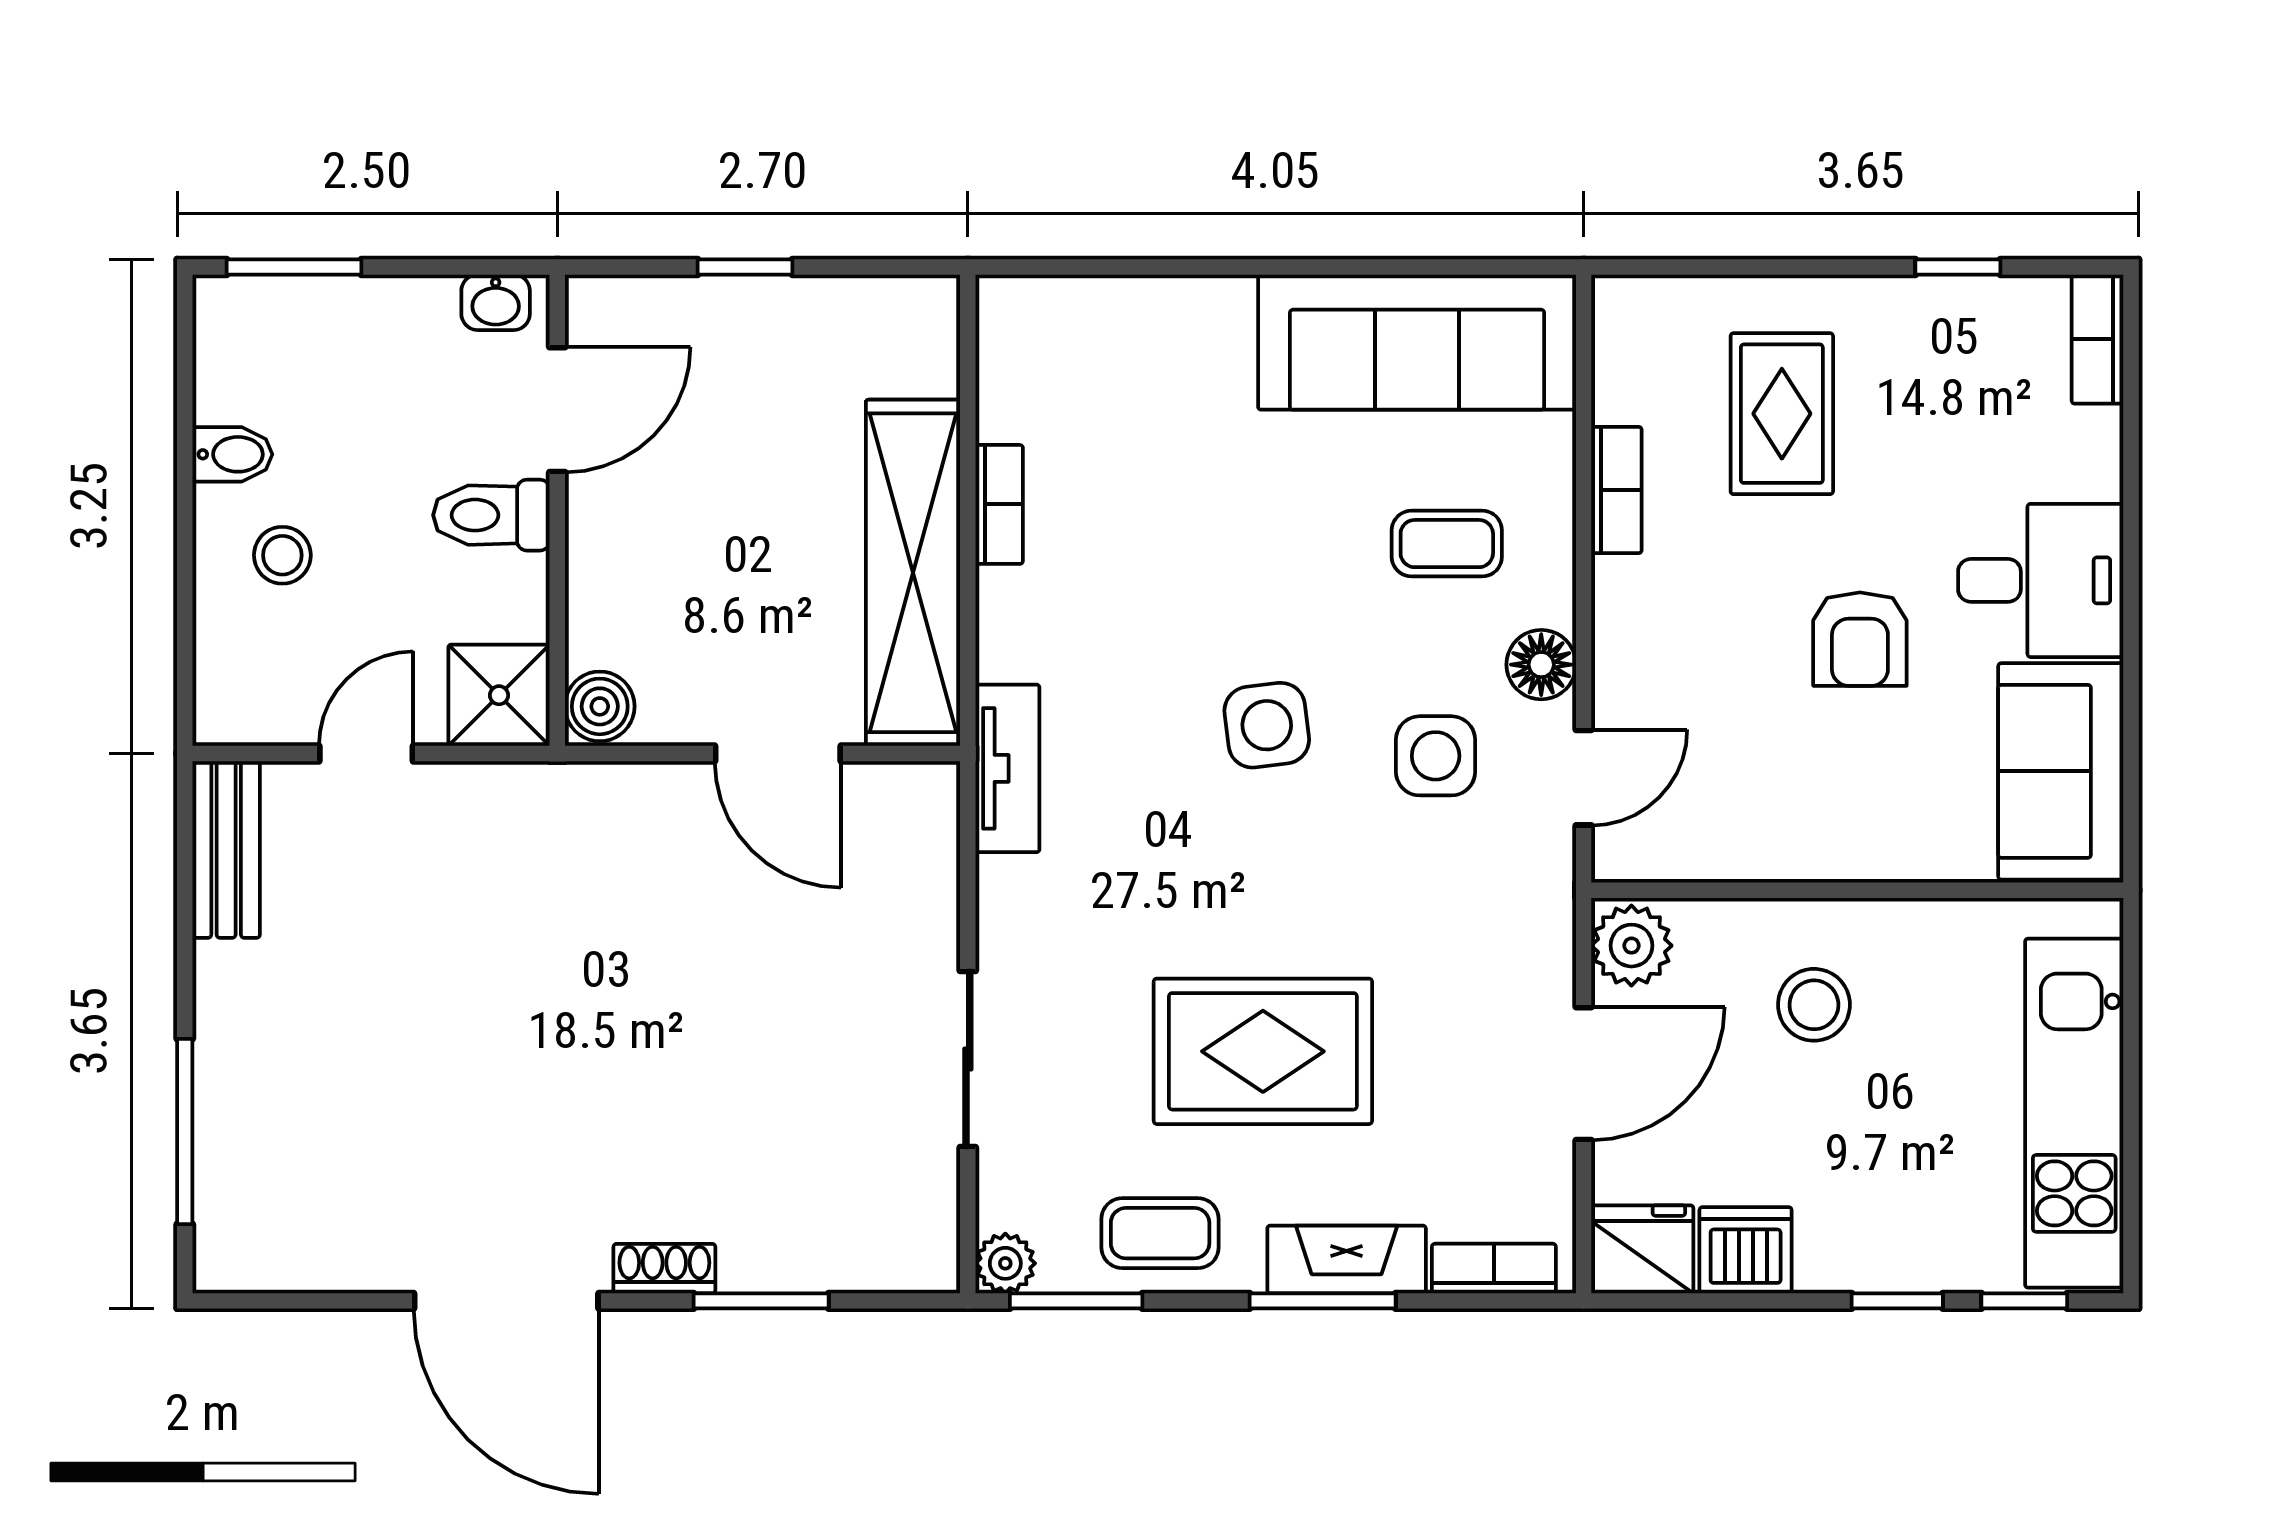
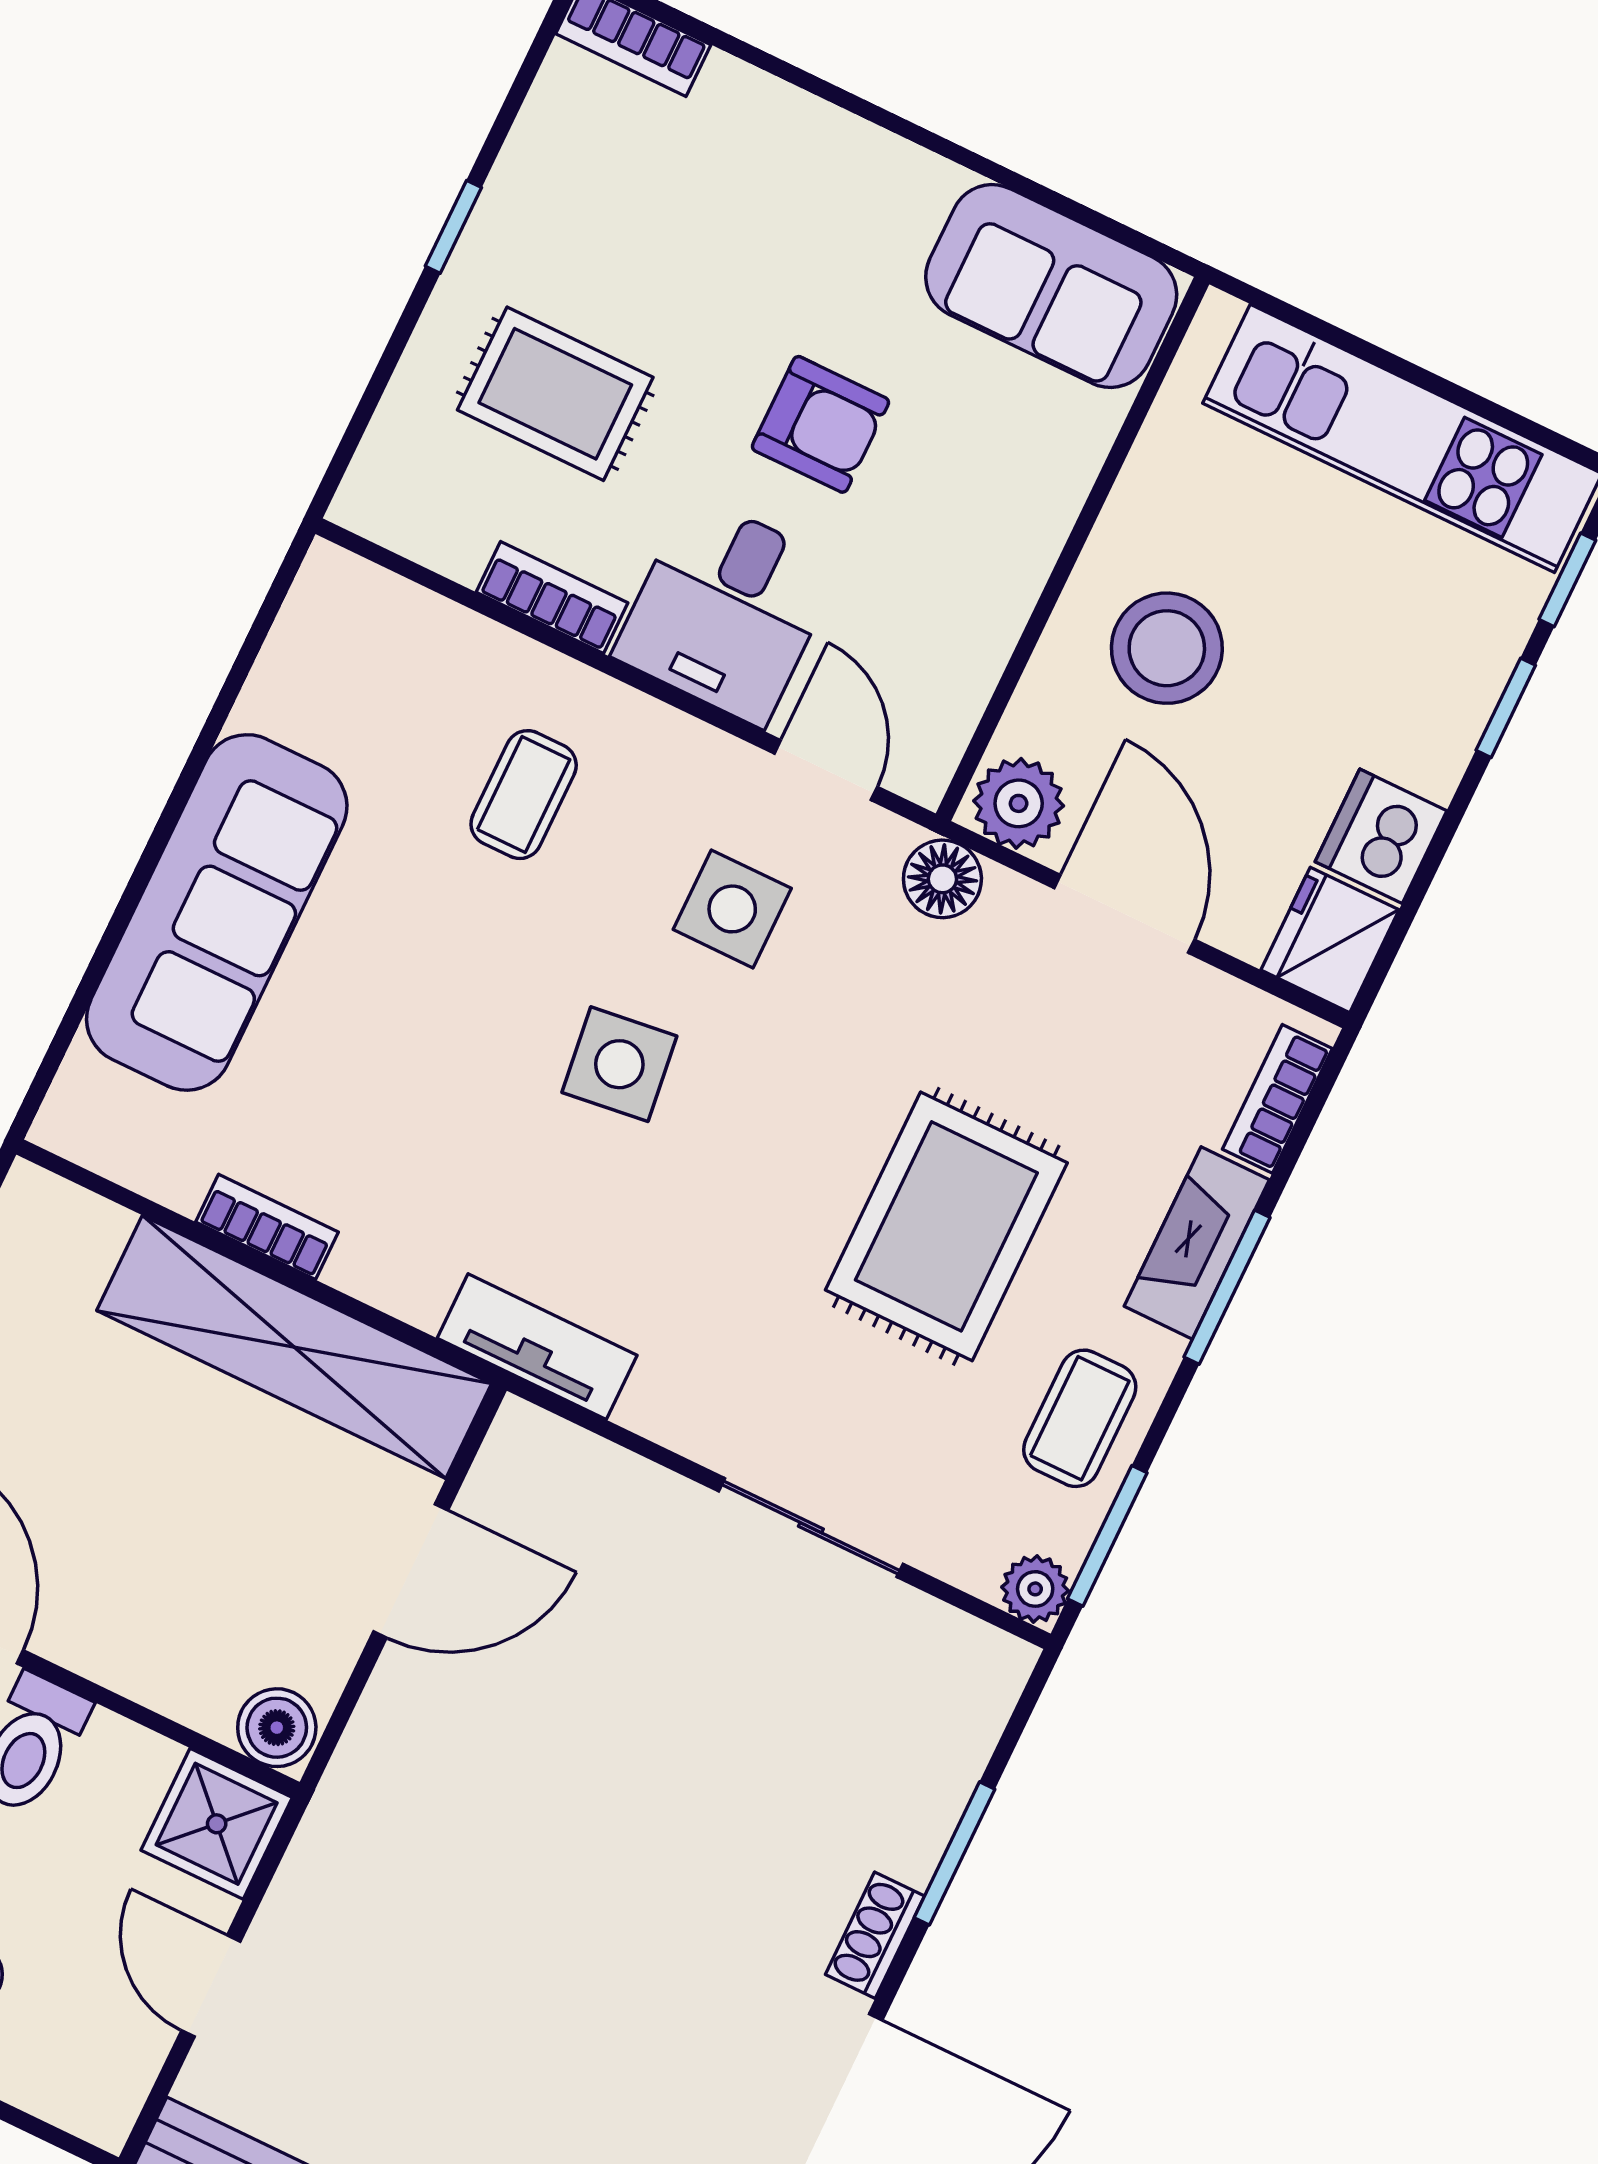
window: (1958, 267) -> (453, 227), moved
sofa: (1417, 342) -> (217, 912), moved
desk: (2041, 580) -> (727, 610), moved, turned 180
floor lamp: (1541, 665) -> (942, 879), moved
stool: (1814, 1005) -> (1167, 648), width x1.38, depth x1.38

